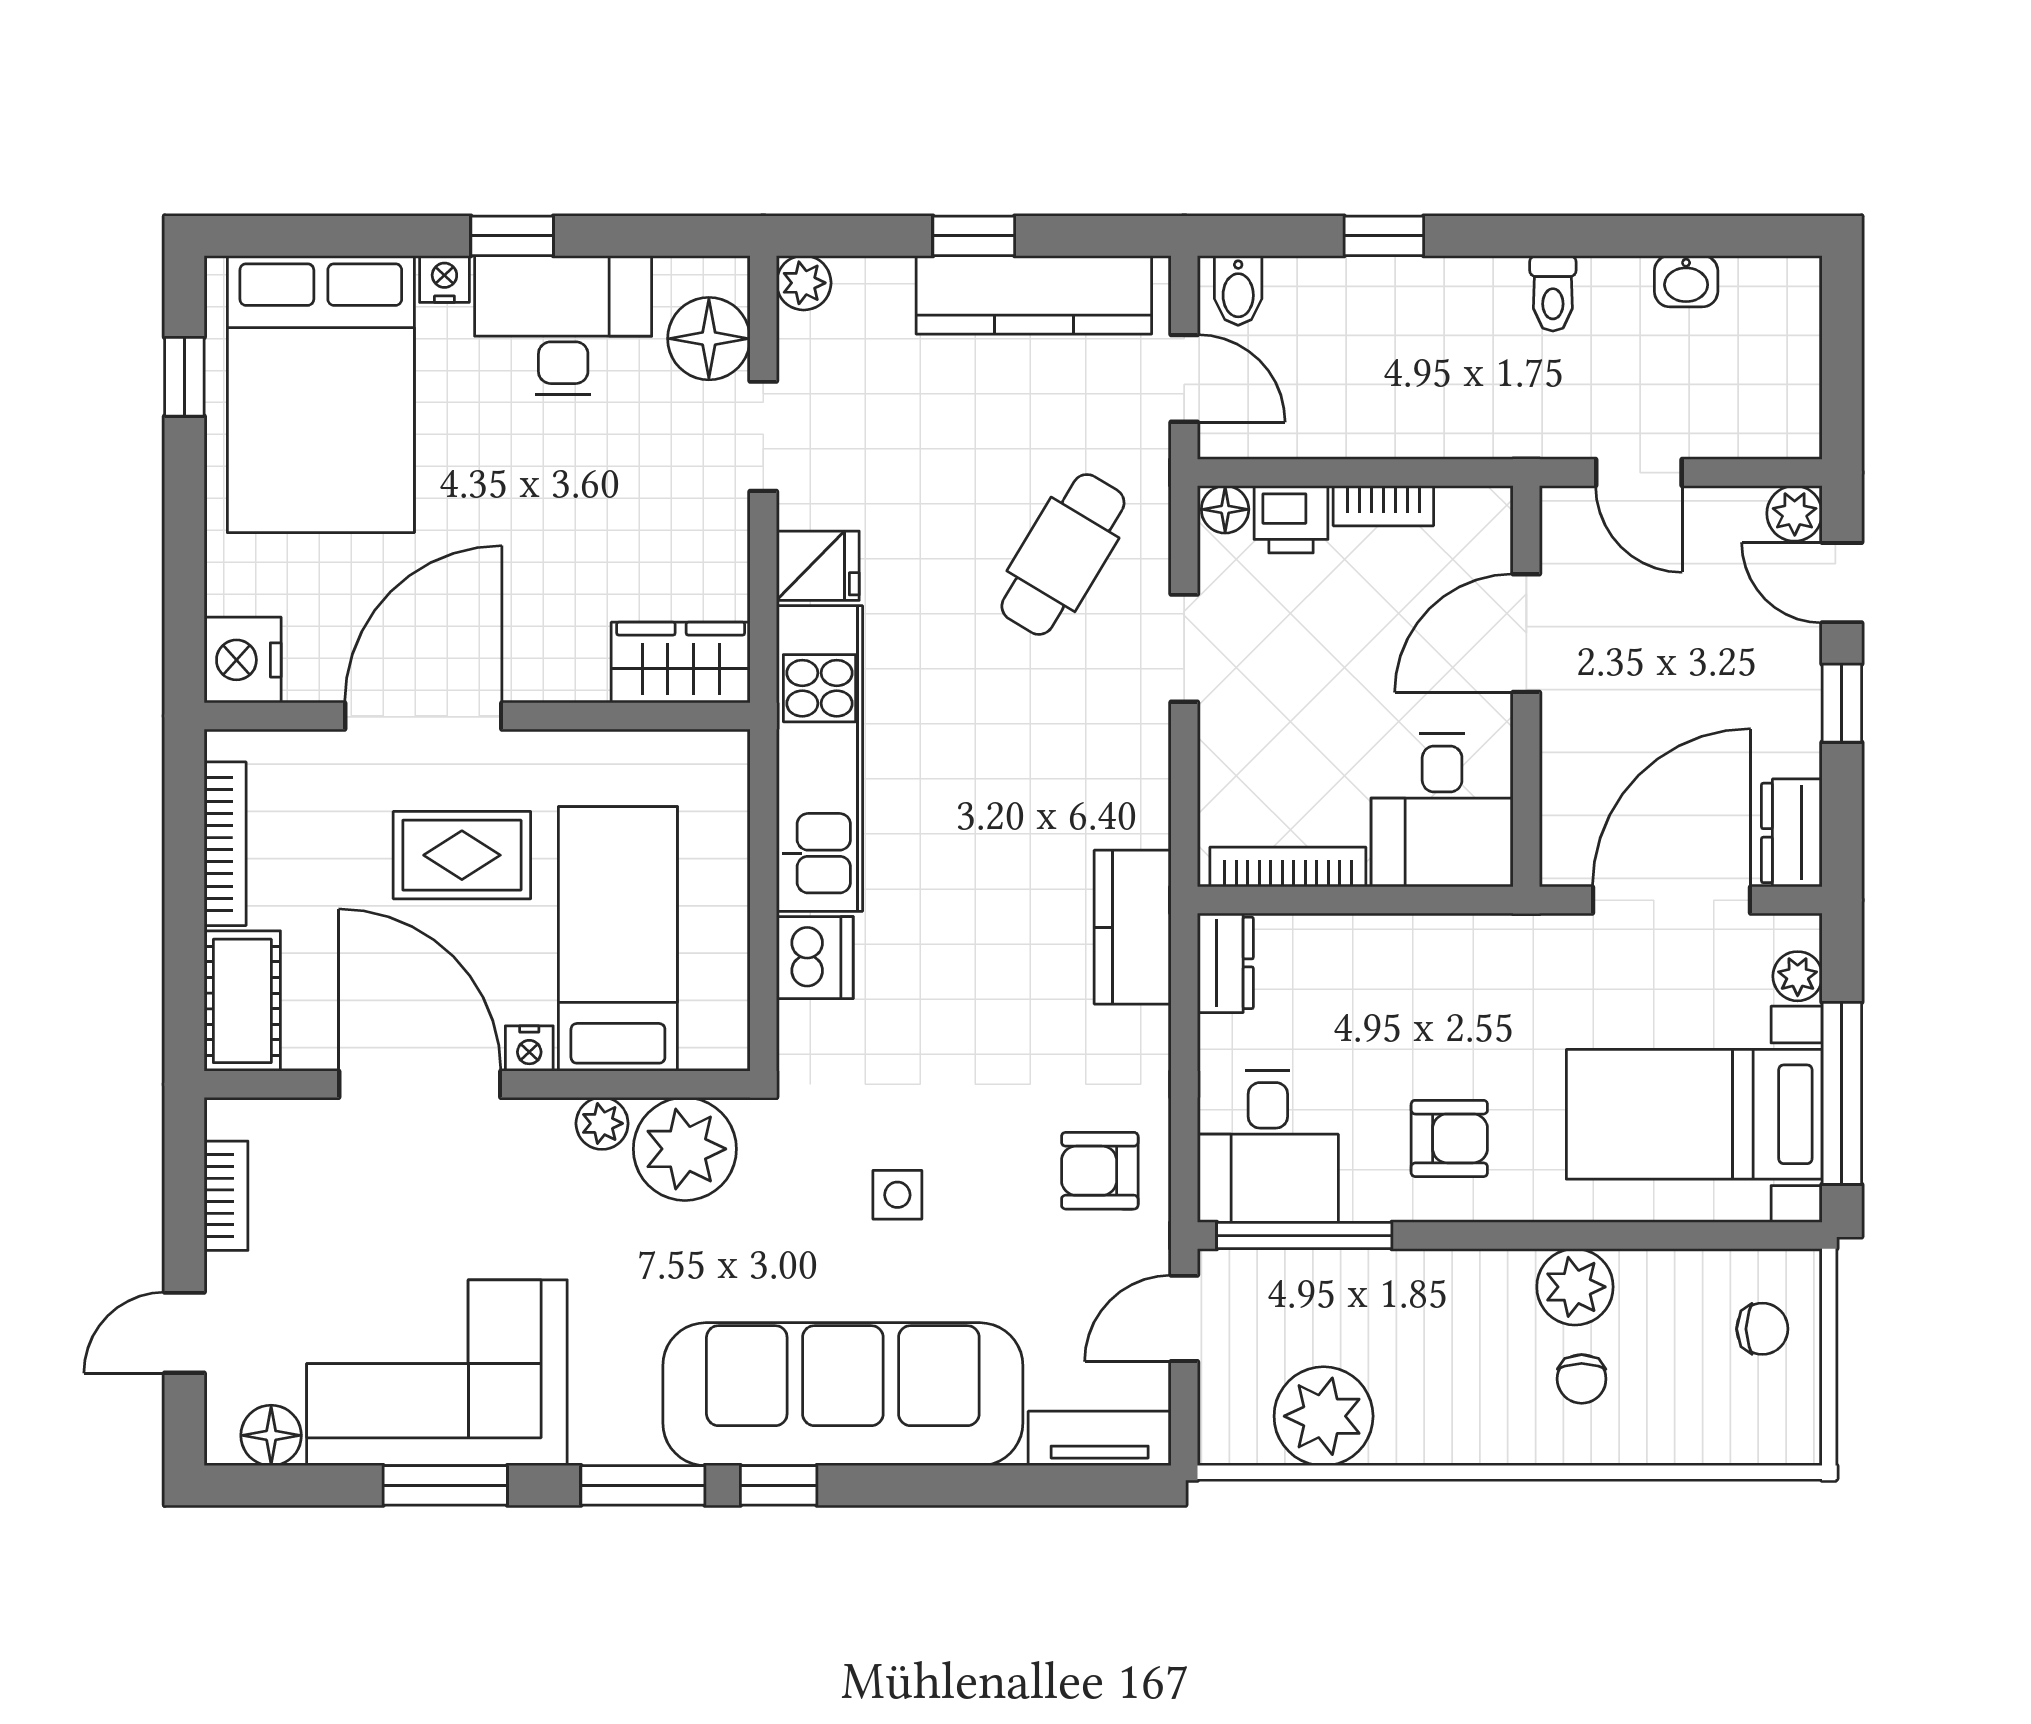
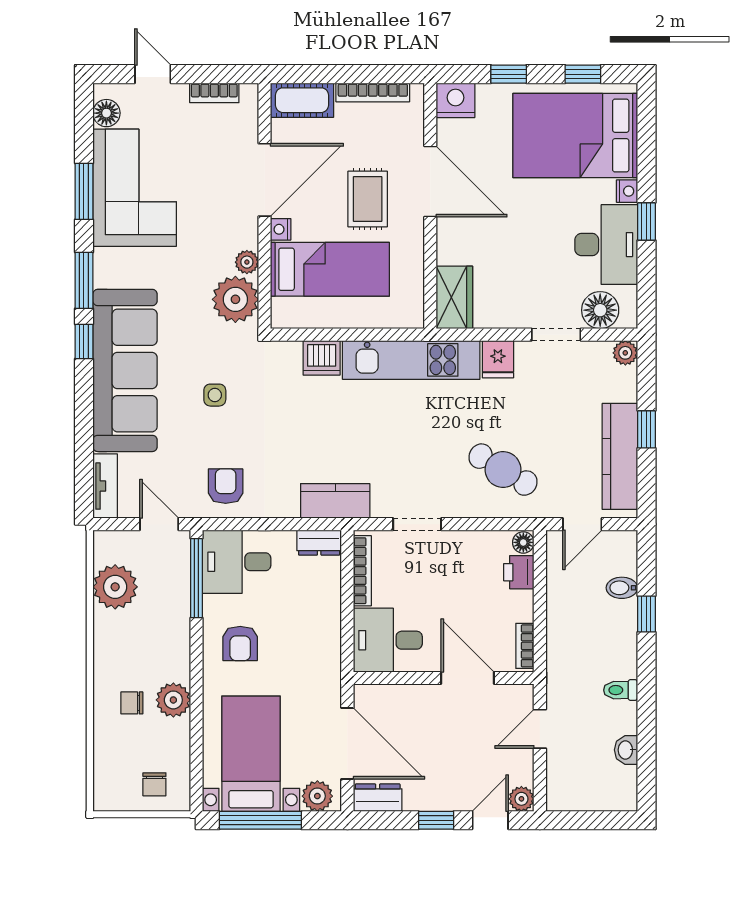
bidet: (1238, 290) -> (622, 588), moved
bookcase: (1383, 506) -> (525, 646), moved
window: (184, 542) -> (509, 74), added
doorway: (1184, 648) -> (417, 524), moved
plant: (1798, 976) -> (317, 796), width x1.38, depth x1.38

